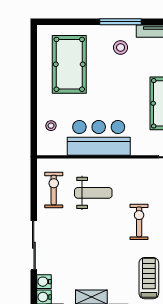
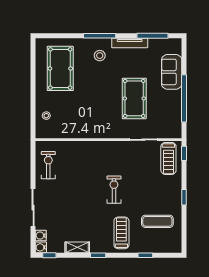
bar counter: (99, 138) -> (83, 125), removed
weight bench: (93, 193) -> (79, 167), removed

